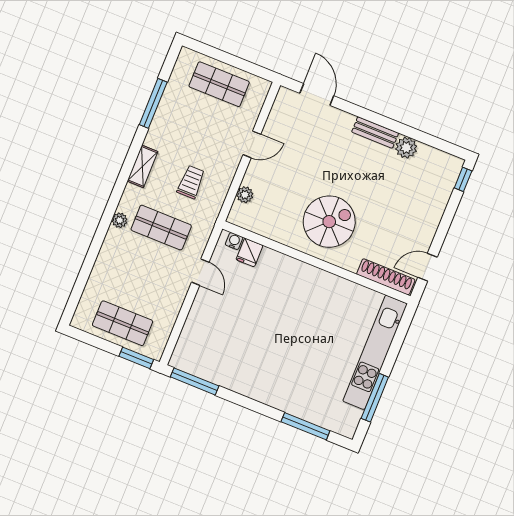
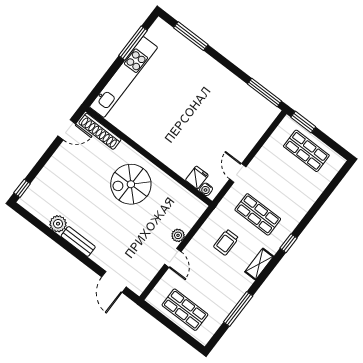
door: (252, 144) -> (173, 258), swing flipped
plant: (245, 195) -> (178, 235), moved
window: (113, 202) -> (288, 243), added
plant: (120, 220) -> (287, 228), removed

